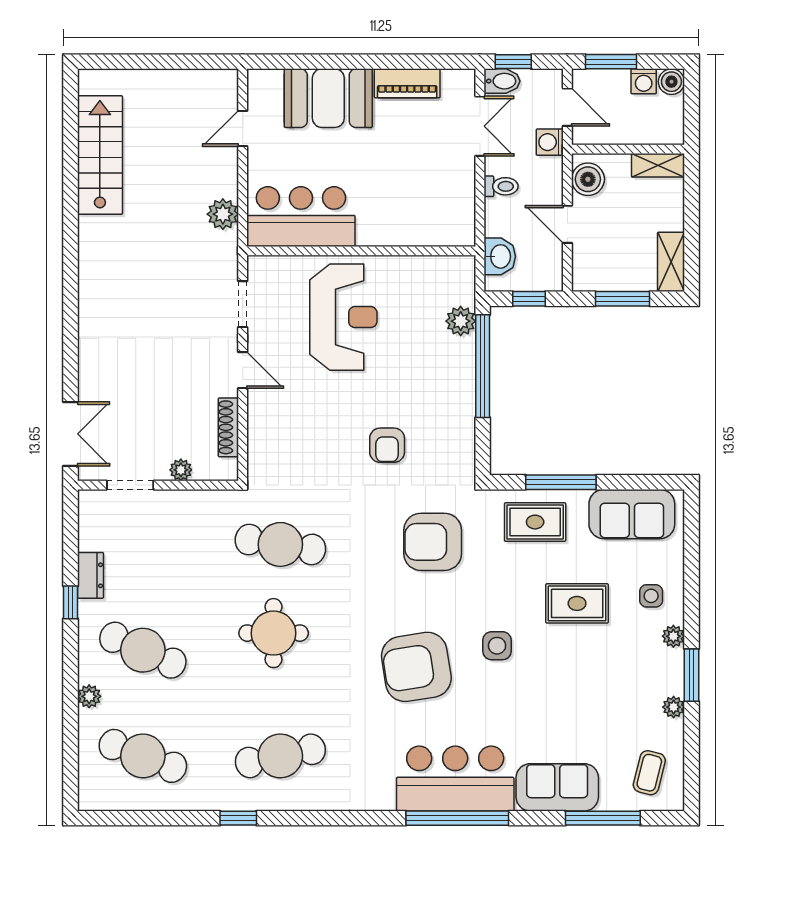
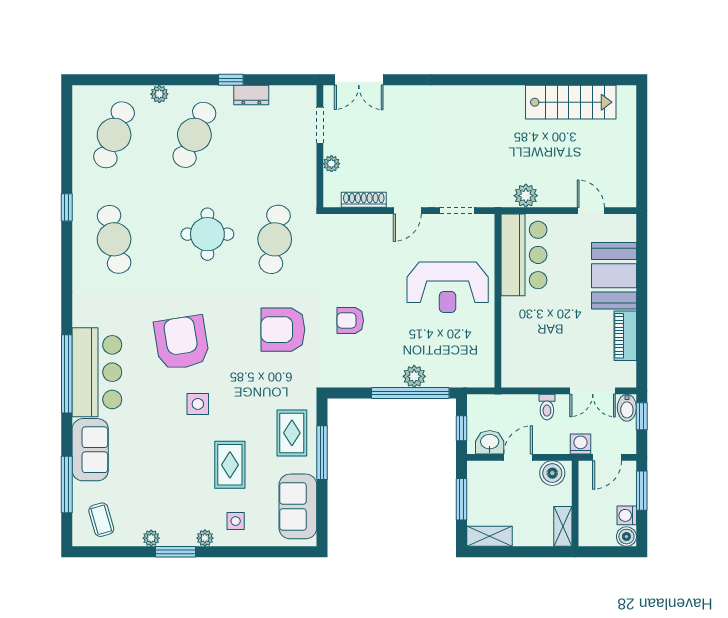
washbasin: (500, 256) -> (490, 442), moved, turned 180
plant: (461, 321) -> (414, 376), moved
armchair: (433, 542) -> (283, 330), moved, turned -90
coffee table: (649, 773) -> (101, 520), turned 60

